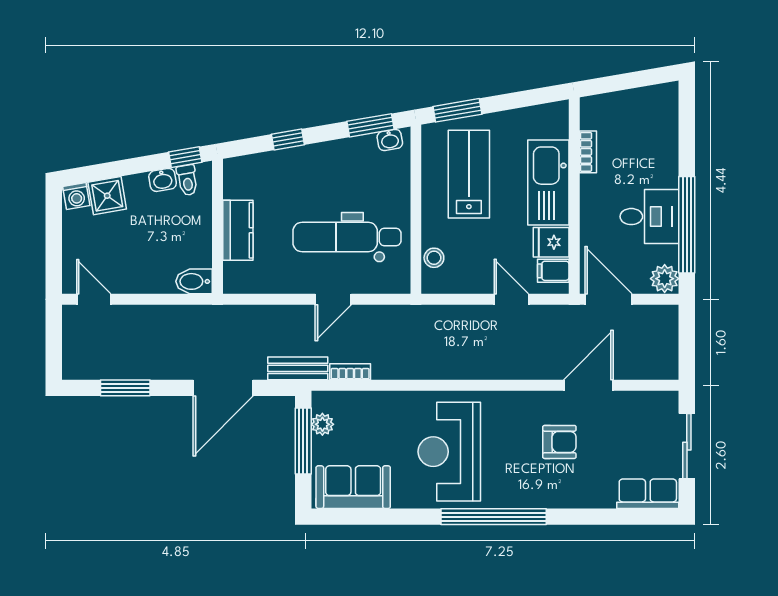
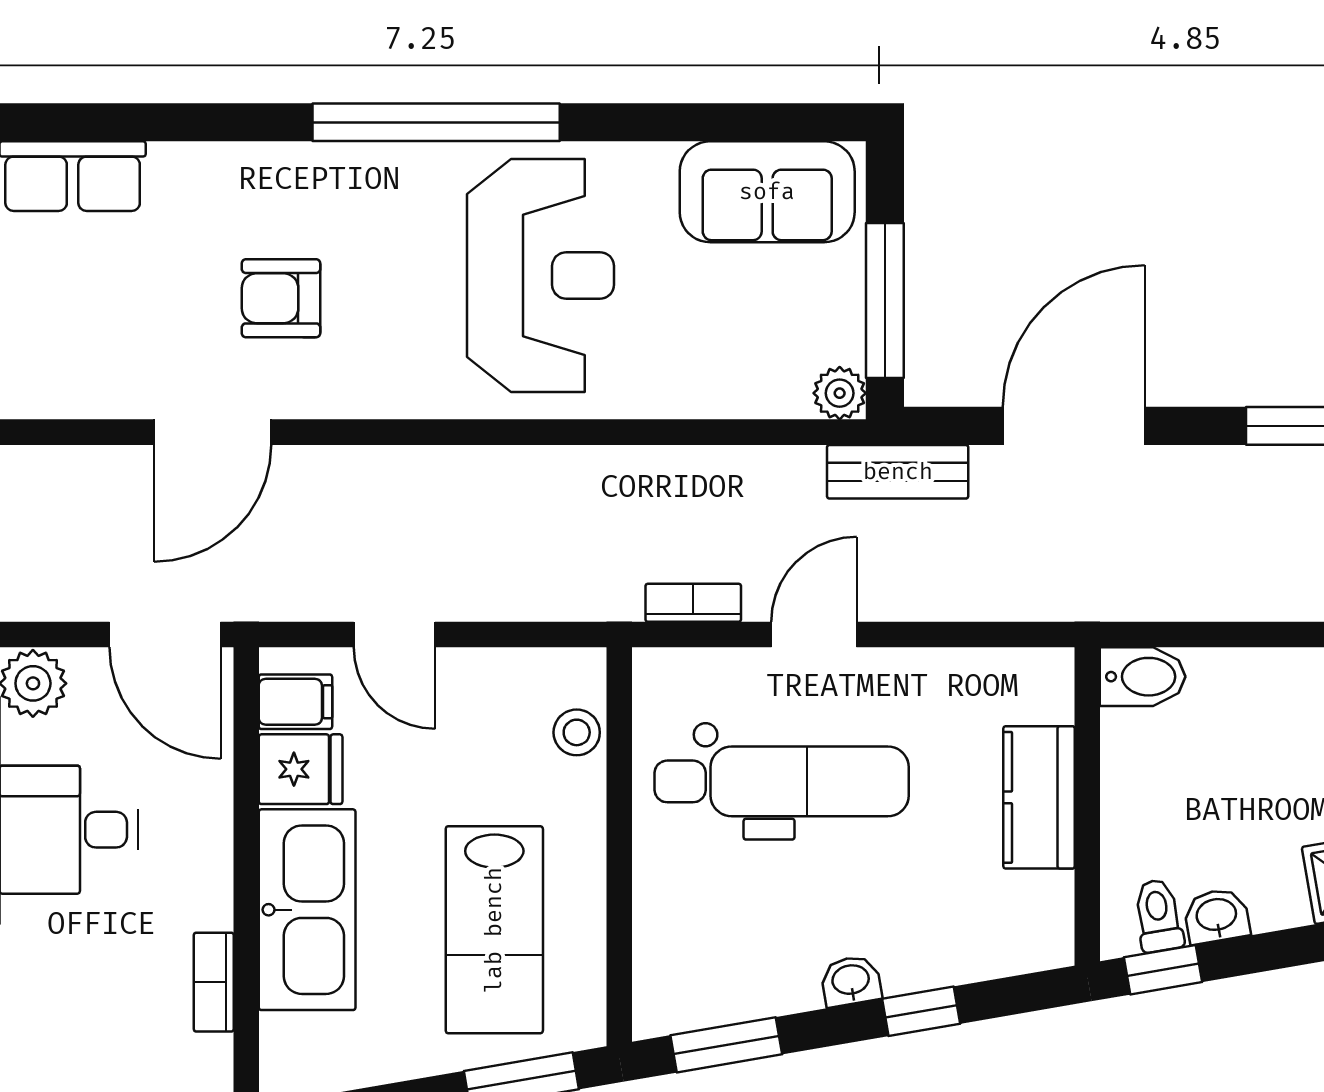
washbasin: (390, 140) -> (851, 981), moved
bookcase: (350, 372) -> (693, 603), moved, turned 180
plant: (322, 424) -> (840, 393), moved

